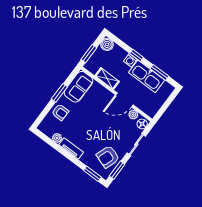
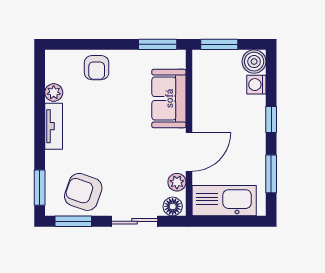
washing machine: (130, 60) -> (256, 85), moved
kitchen sink: (147, 76) -> (224, 201), moved, turned 90
shelving: (107, 79) -> (202, 101), removed
sofa: (79, 87) -> (169, 98), moved, turned 90
window: (59, 93) -> (158, 44), moved
door: (124, 100) -> (189, 152), swing flipped

